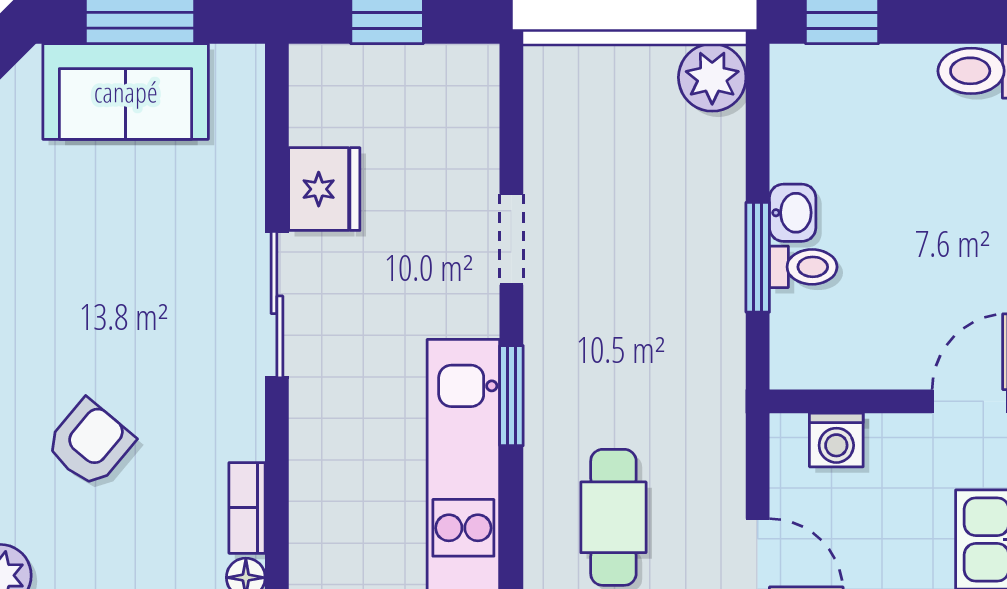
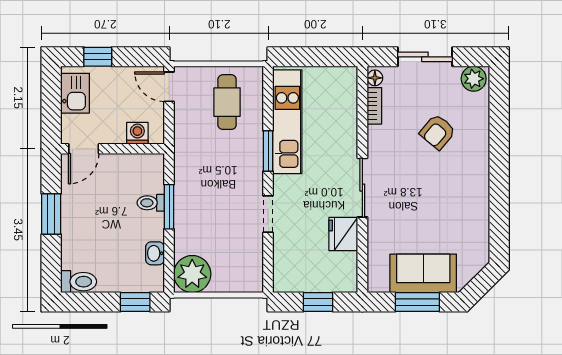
plant: (712, 77) -> (192, 274), width x1.36, depth x1.36
washbasin: (793, 213) -> (155, 253), moved

